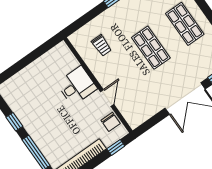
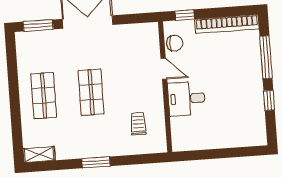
door: (107, 98) -> (164, 69), swing flipped
chair: (111, 122) -> (175, 43), turned 90

